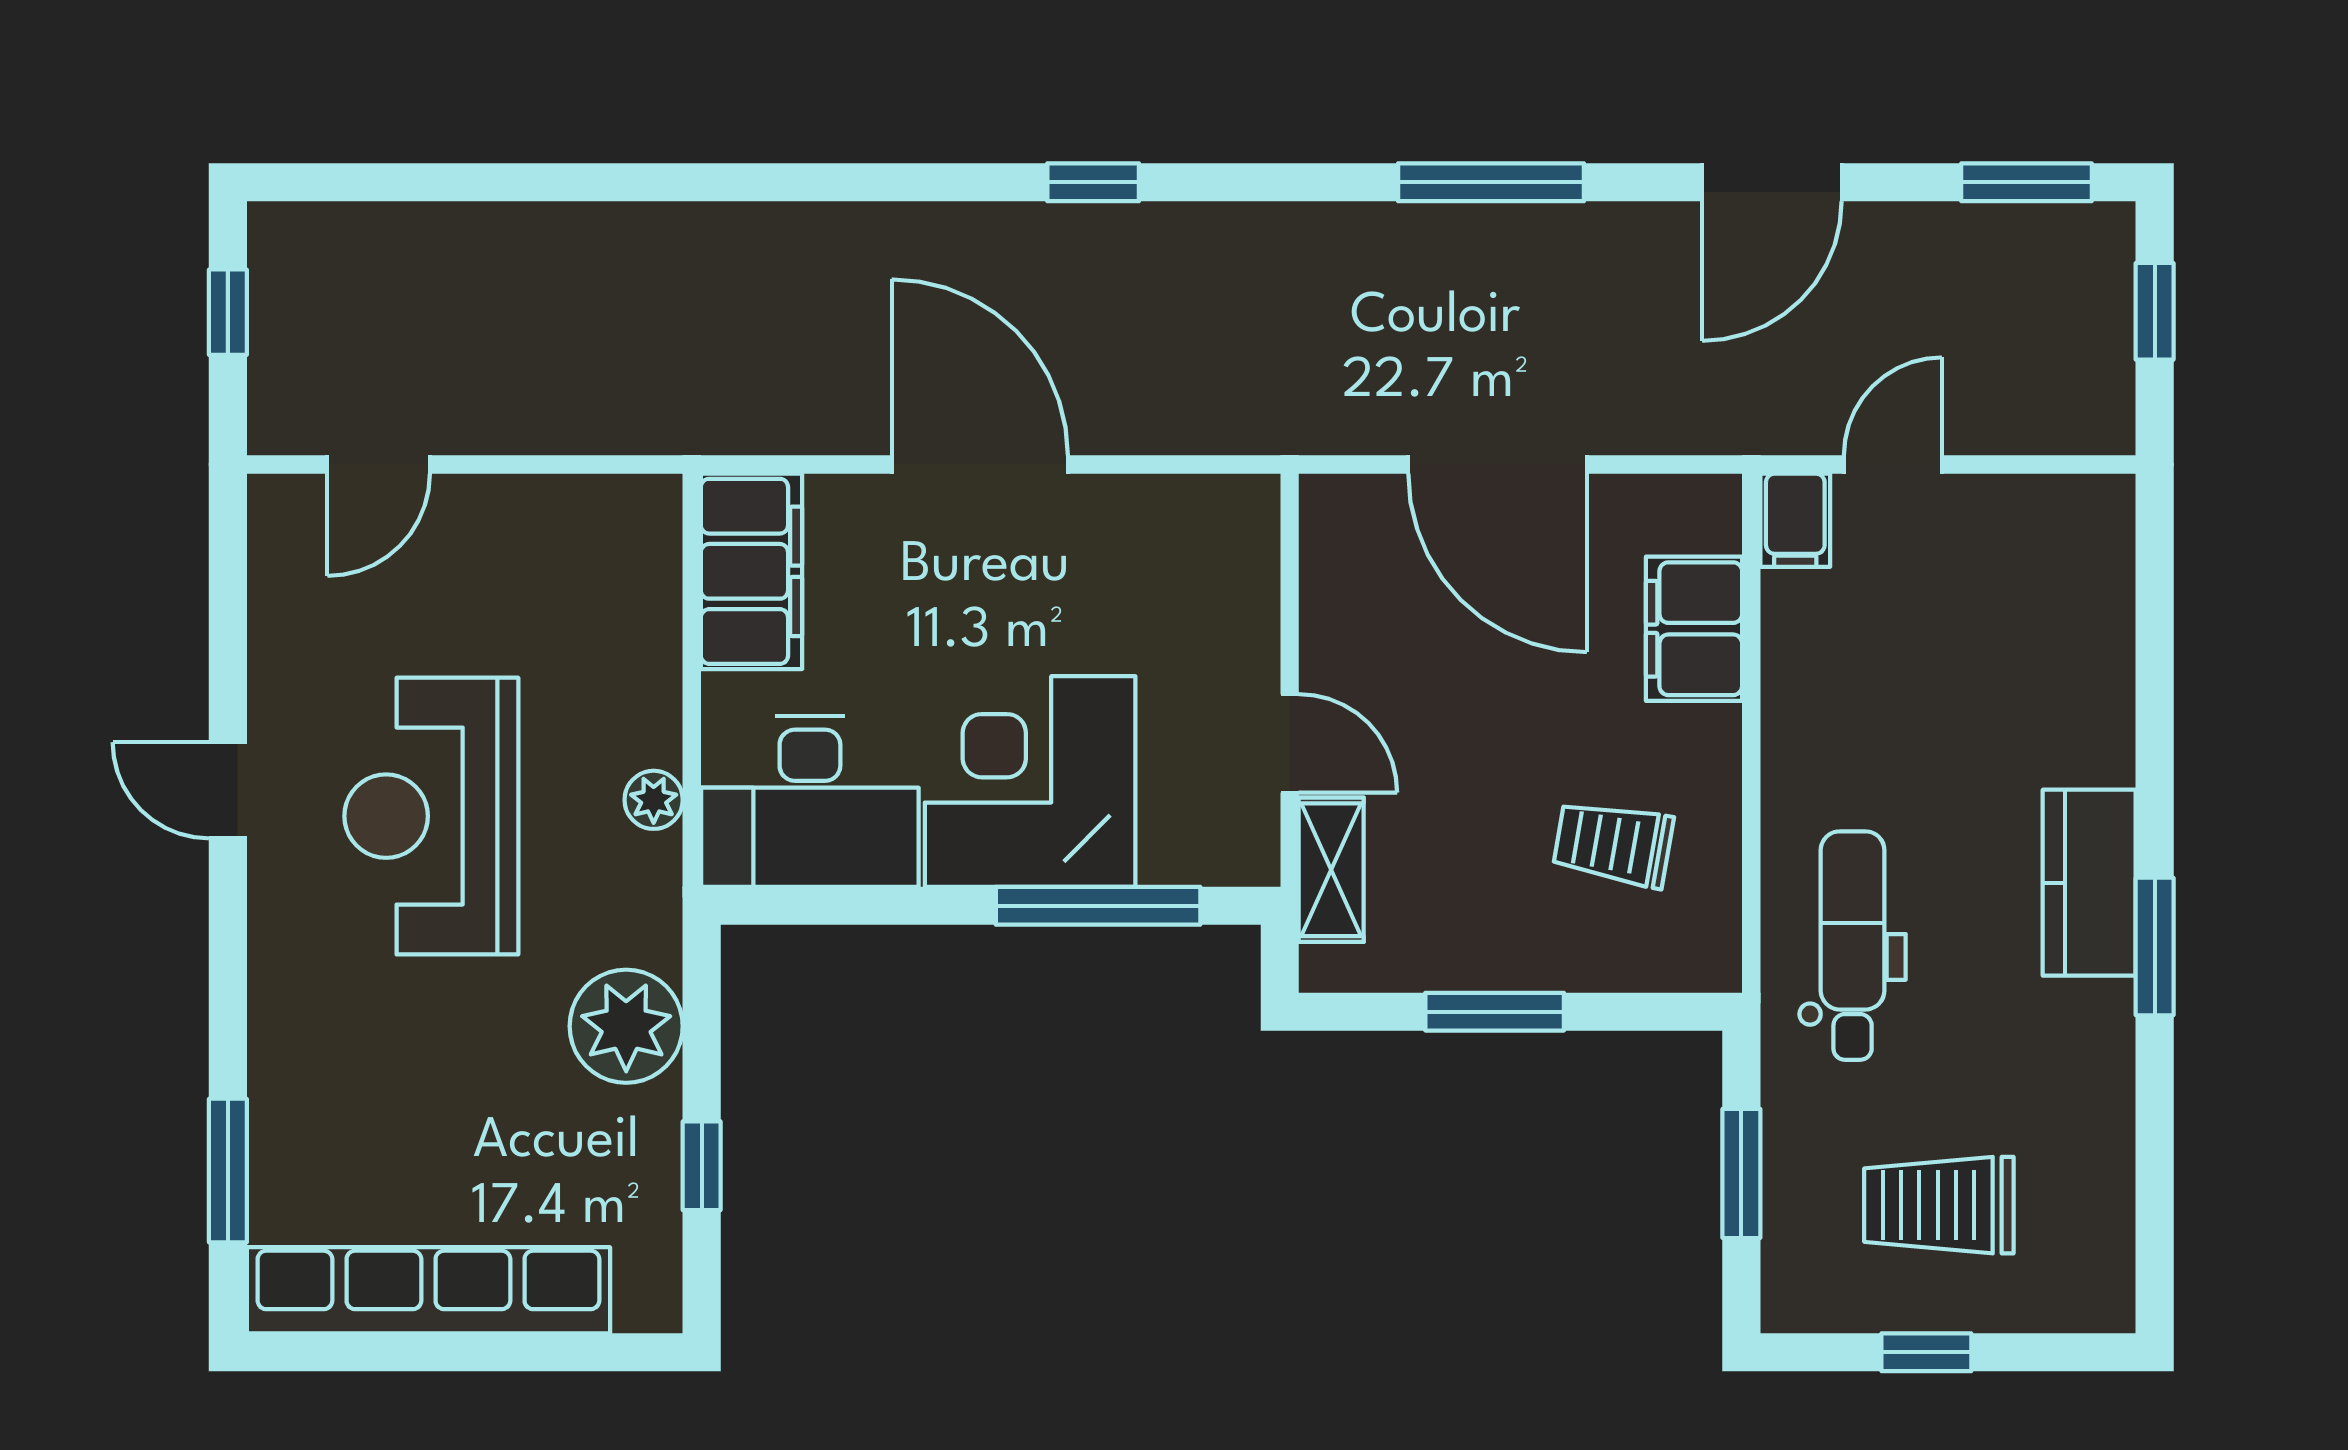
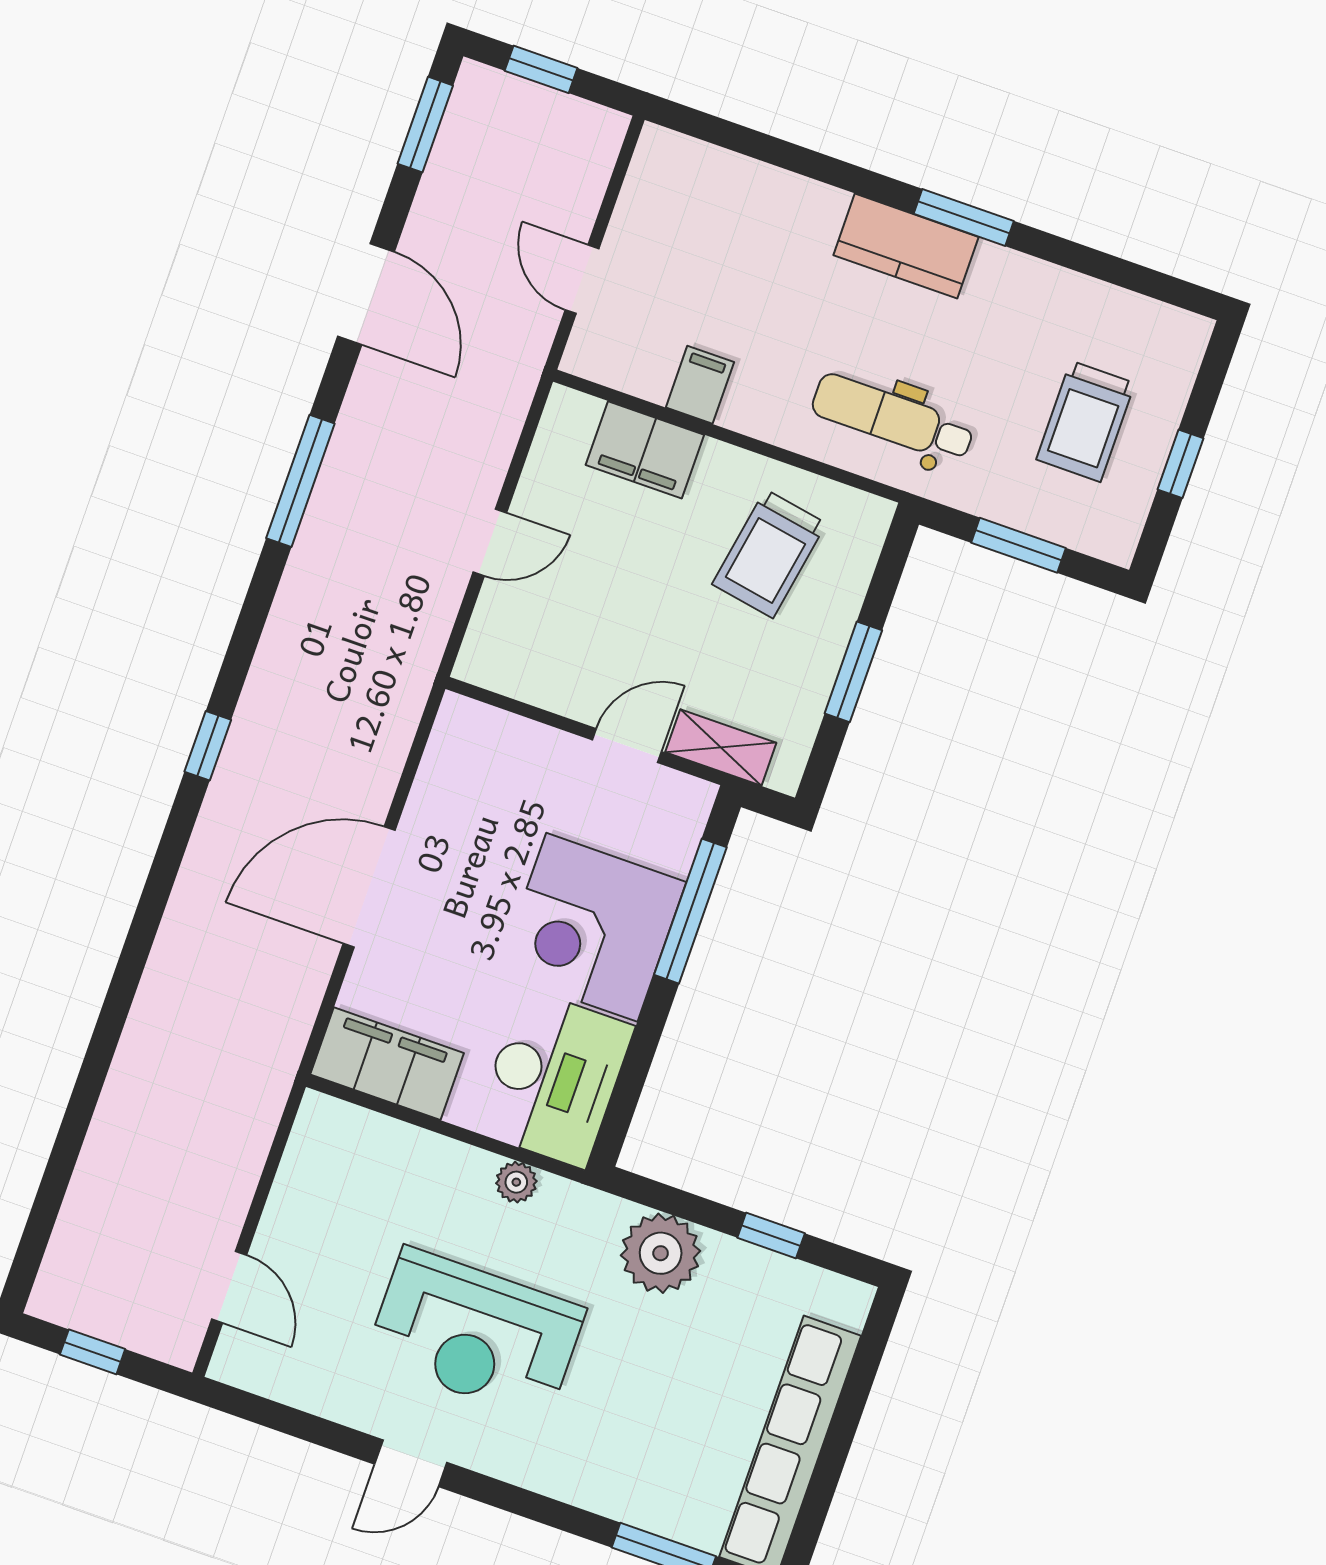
door: (1498, 465) -> (490, 542), width x0.53
filing cabinet: (1795, 520) -> (700, 385), moved, turned -90
trolley: (1613, 844) -> (769, 554), width x1.36, depth x1.39

